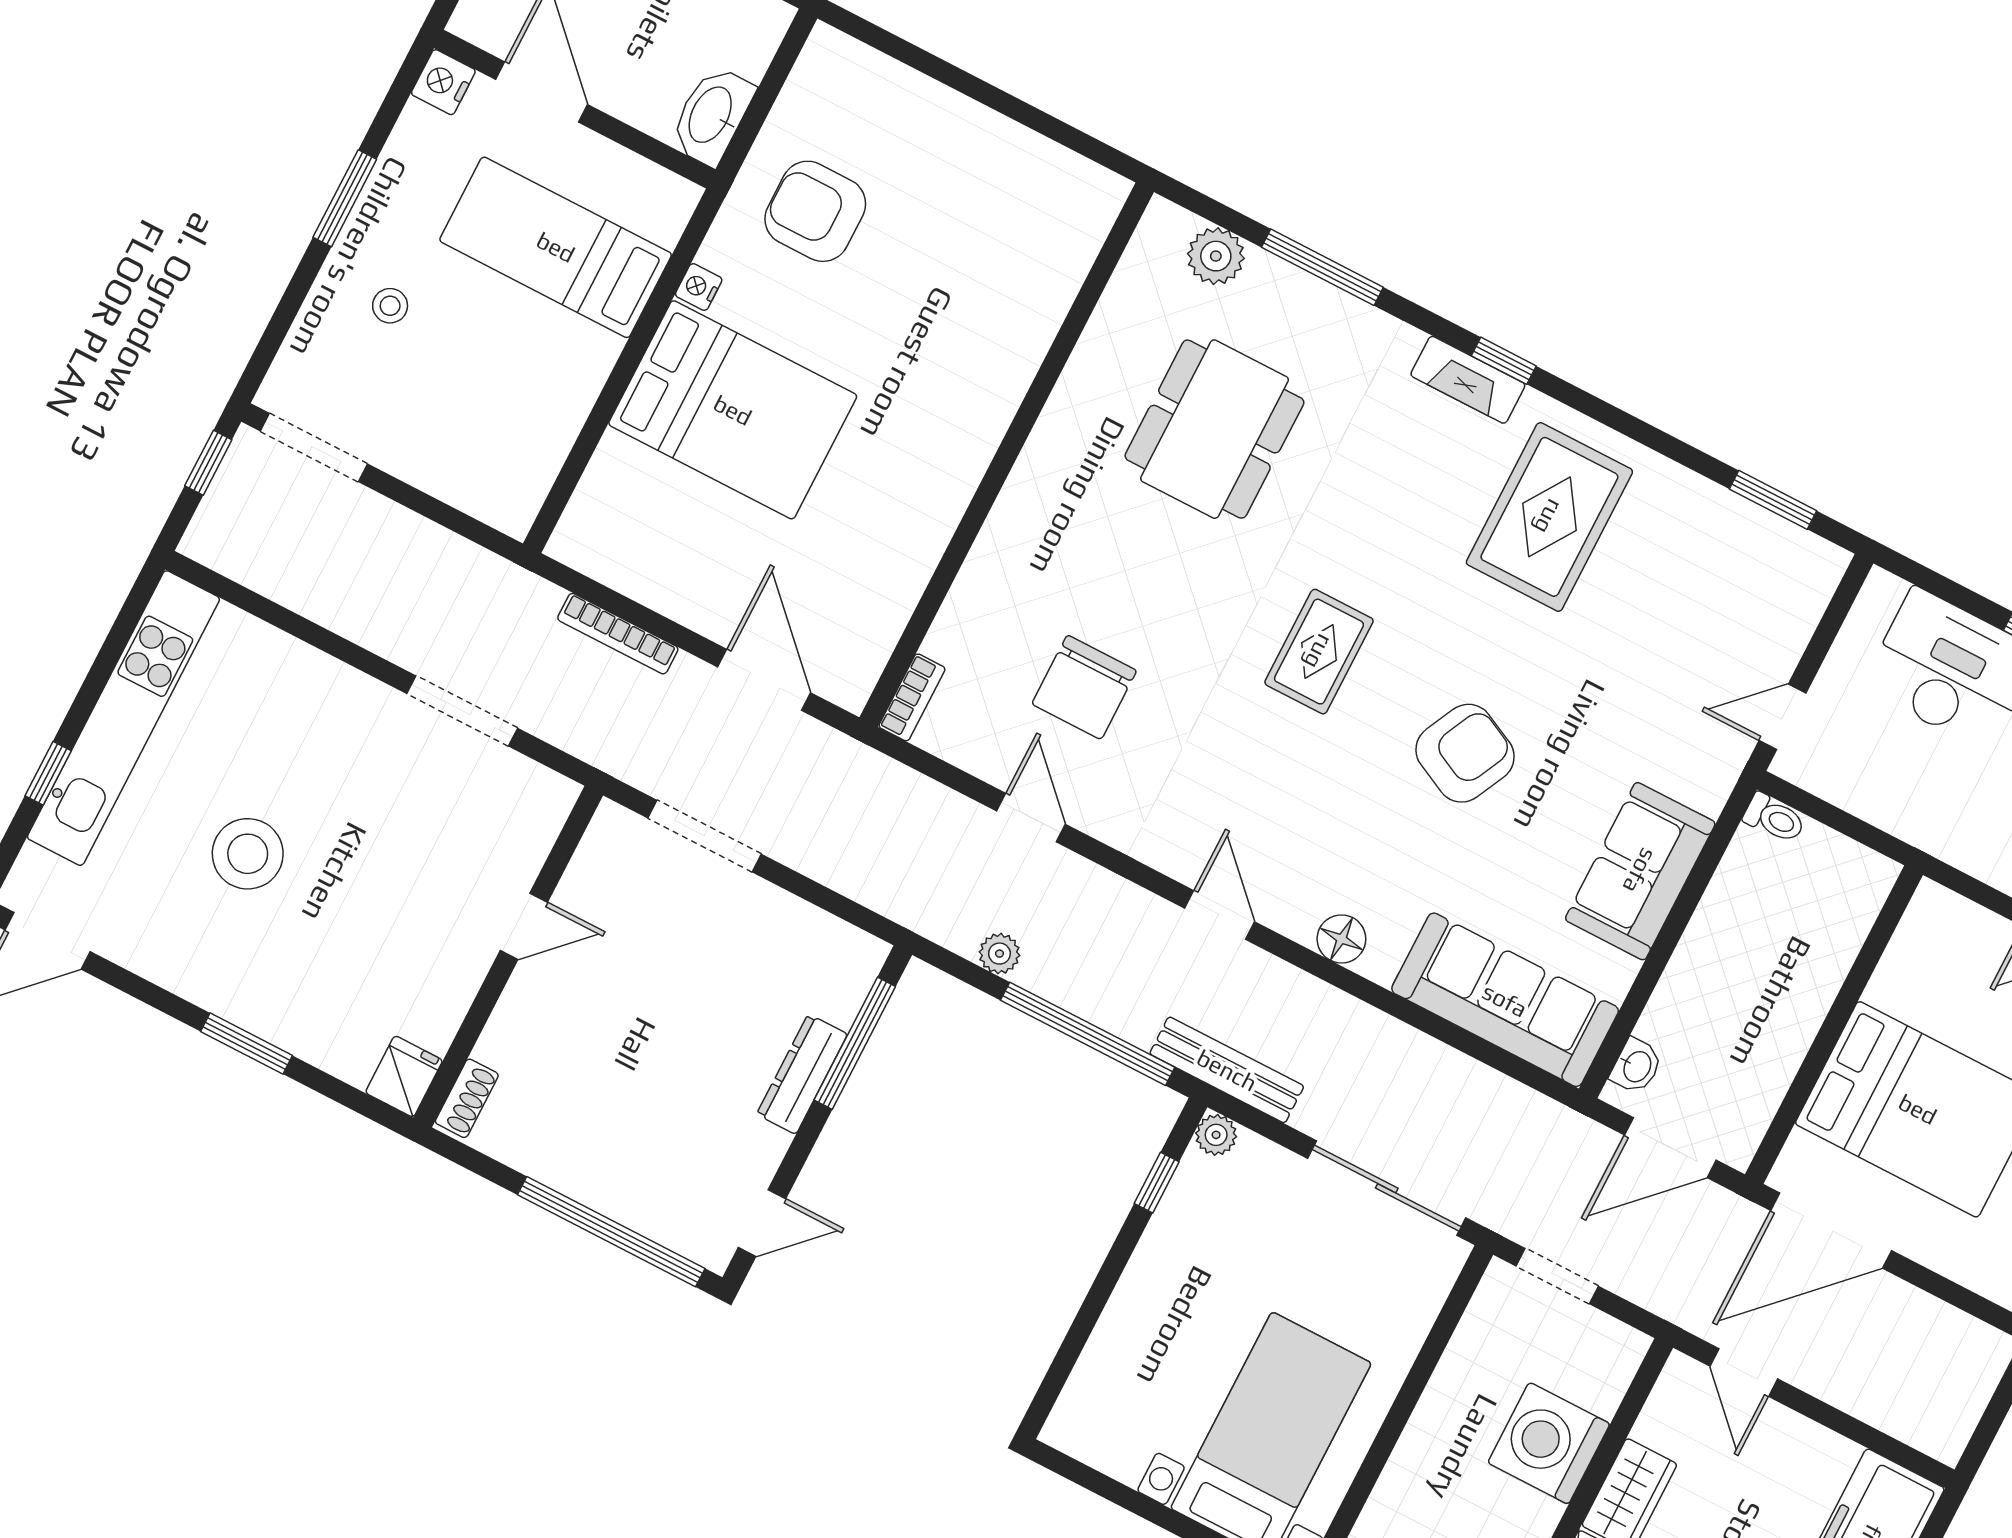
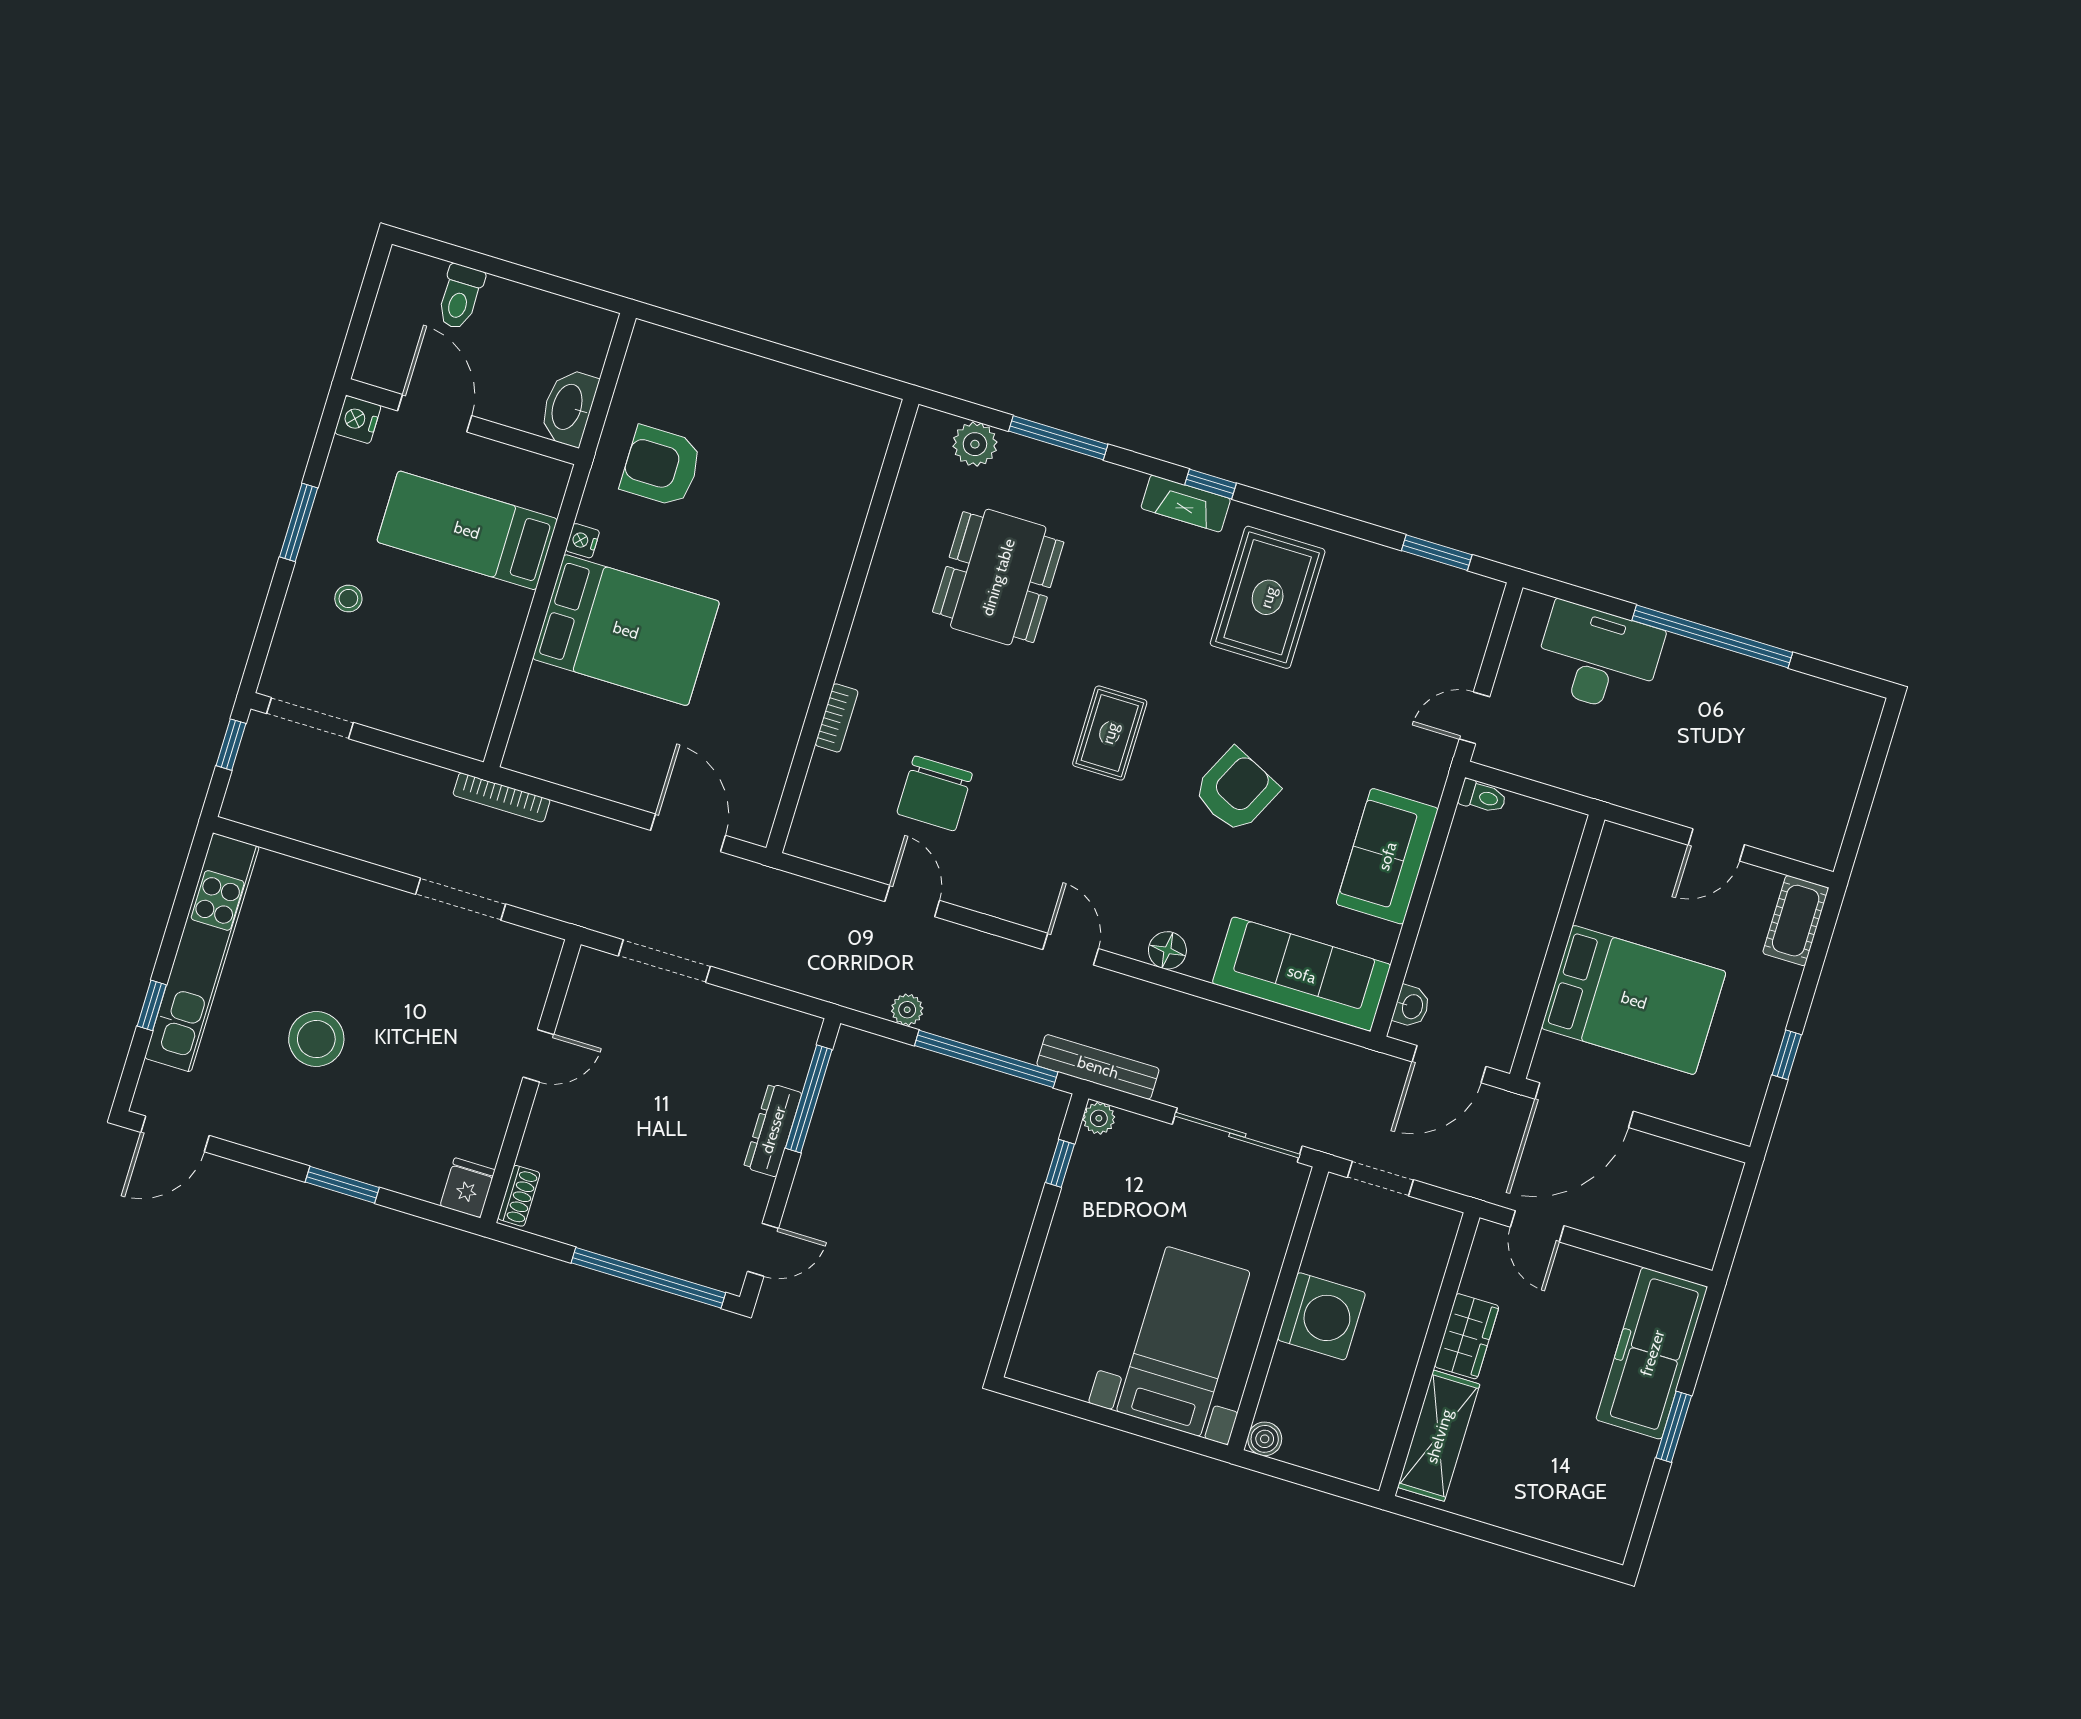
bookcase: (618, 634) -> (502, 797), moved
bookcase: (912, 697) -> (837, 718), moved
washing machine: (1549, 1443) -> (1321, 1316), moved, turned 180

